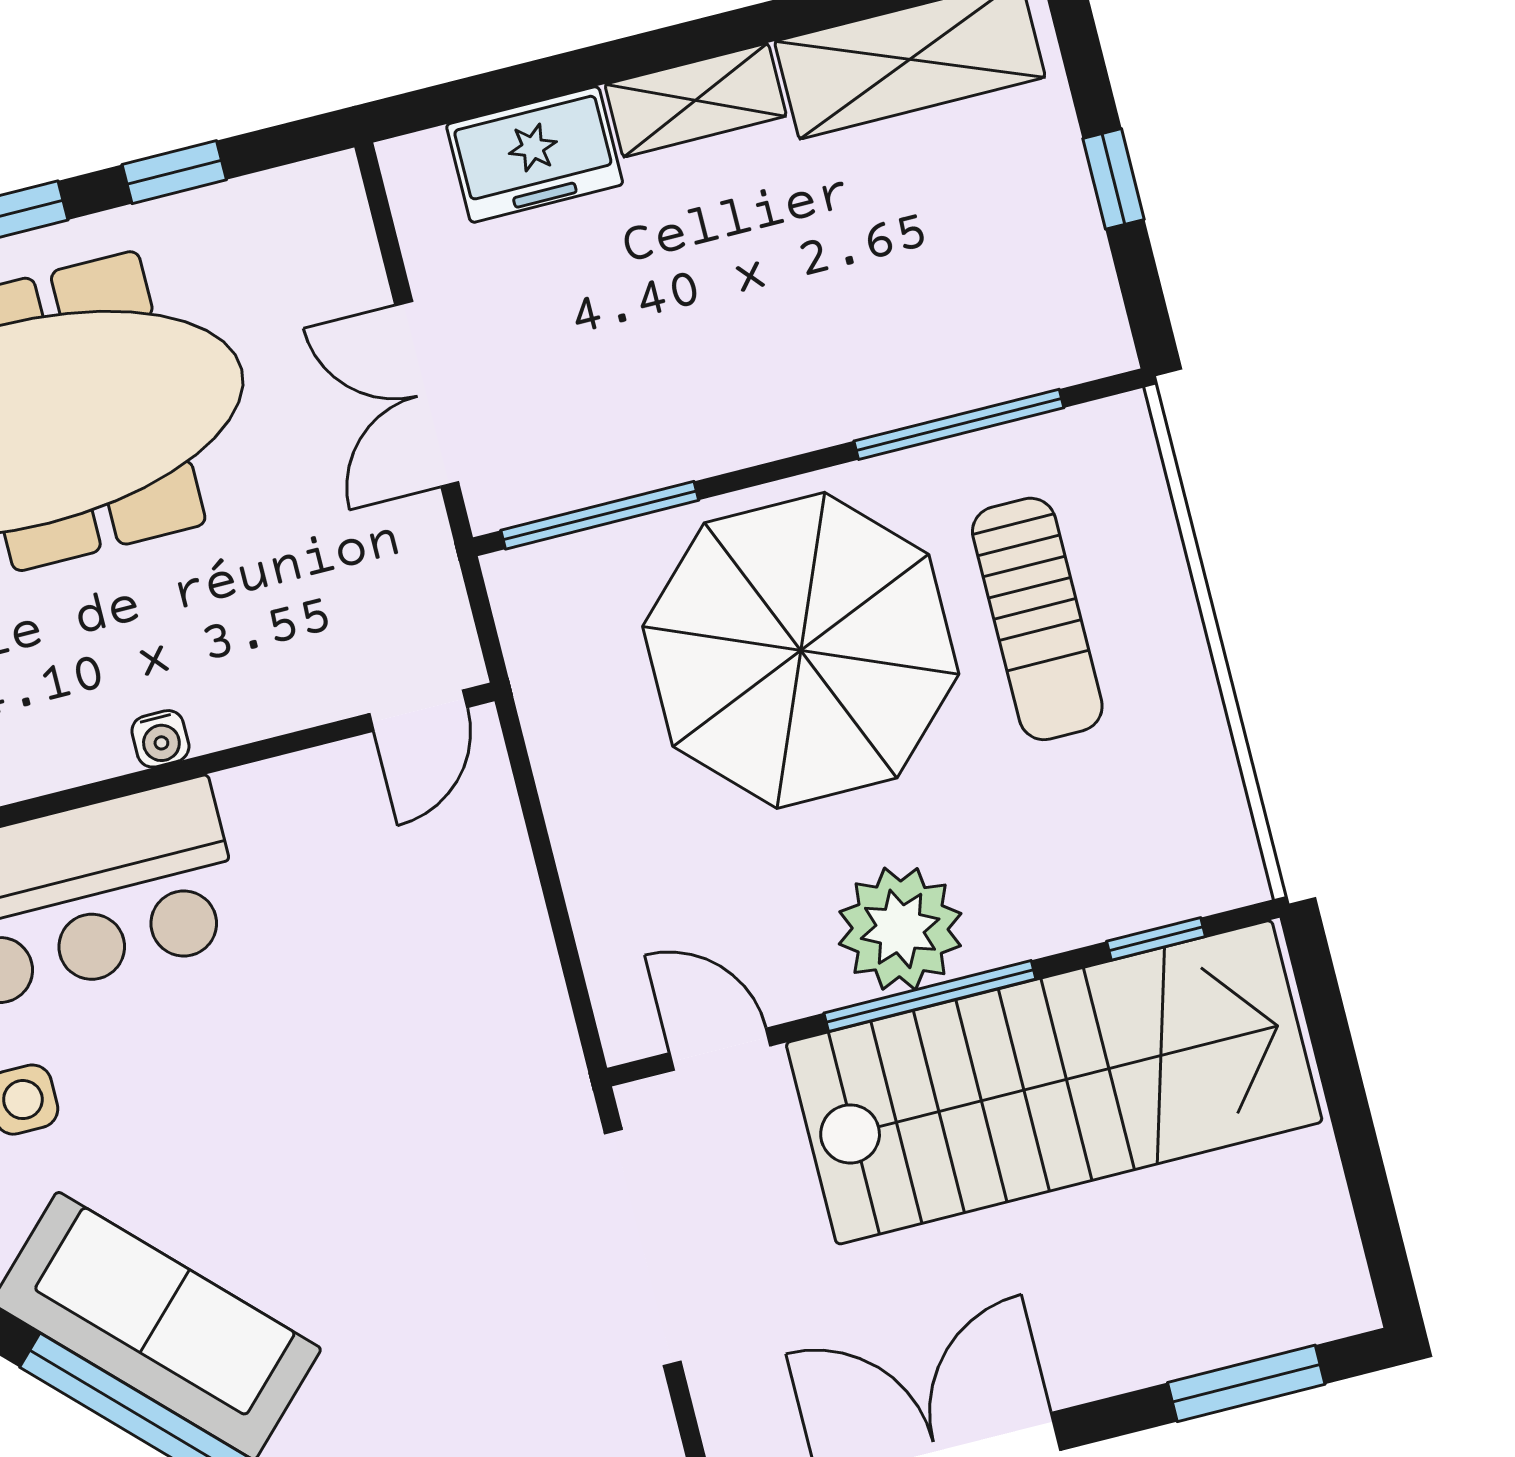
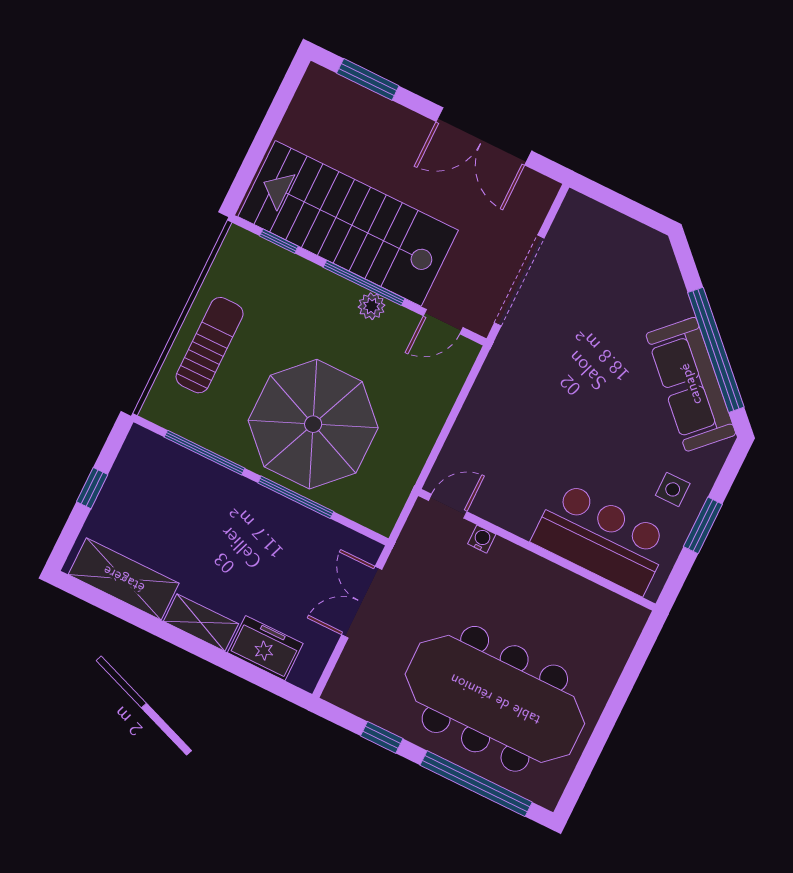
double door: (427, 394) -> (362, 602), swing flipped
window: (600, 515) -> (296, 497), moved
sun lounger: (1037, 619) -> (210, 345), moved
water cooler: (160, 739) -> (482, 539), moved
plant: (900, 929) -> (372, 306), width x0.53, depth x0.53
door: (720, 1049) -> (443, 322), hinge flipped

